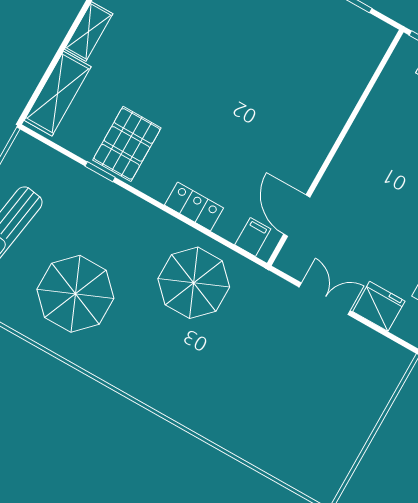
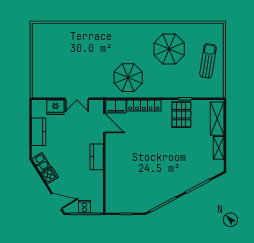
kitchen counter: (352, 155) -> (97, 157), added
locker: (194, 206) -> (144, 106), width x1.53
filing cabinet: (253, 237) -> (116, 107), width x2.00

